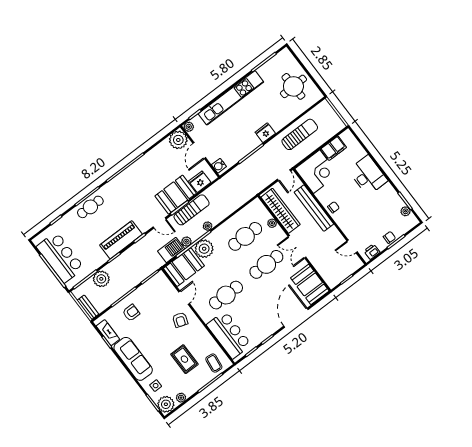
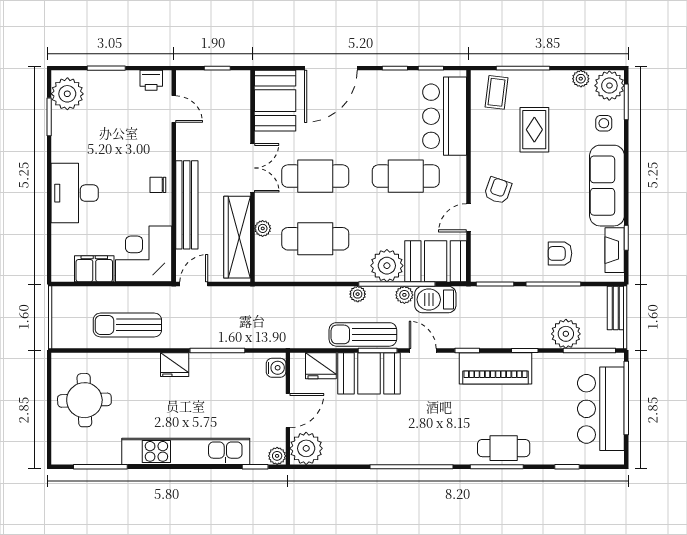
plant: (406, 211) -> (67, 94), width x1.88, depth x1.88
chair: (389, 237) -> (111, 82), removed

